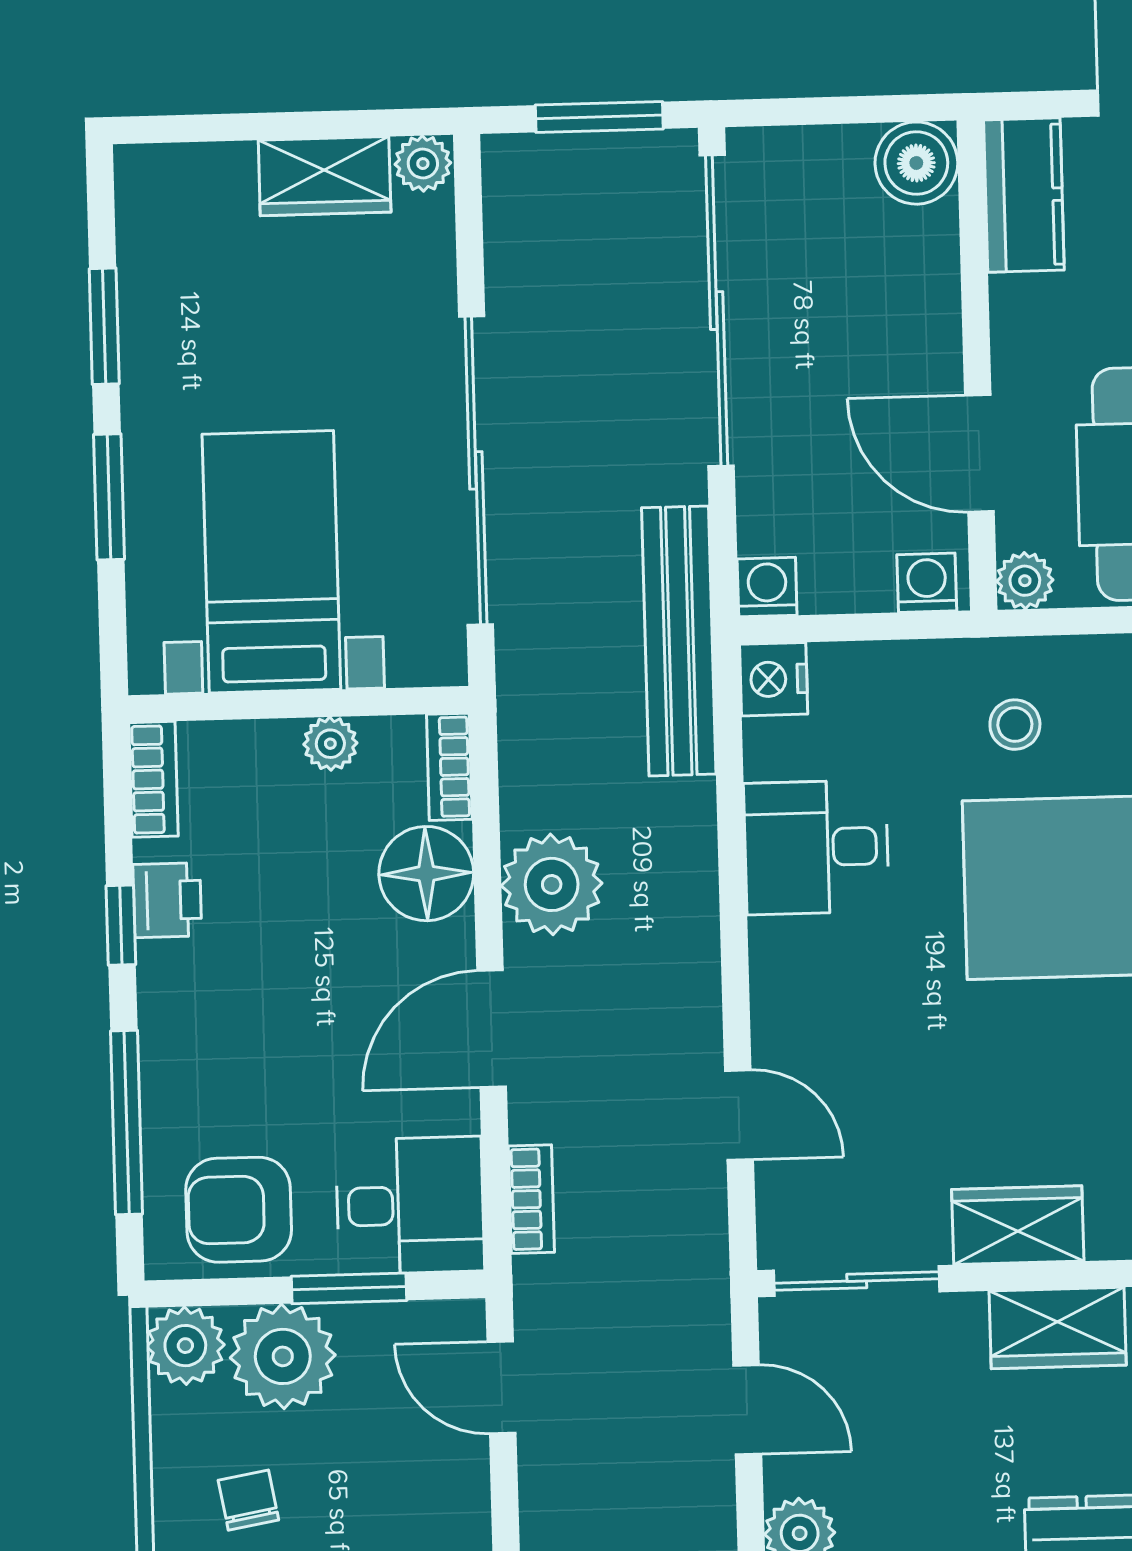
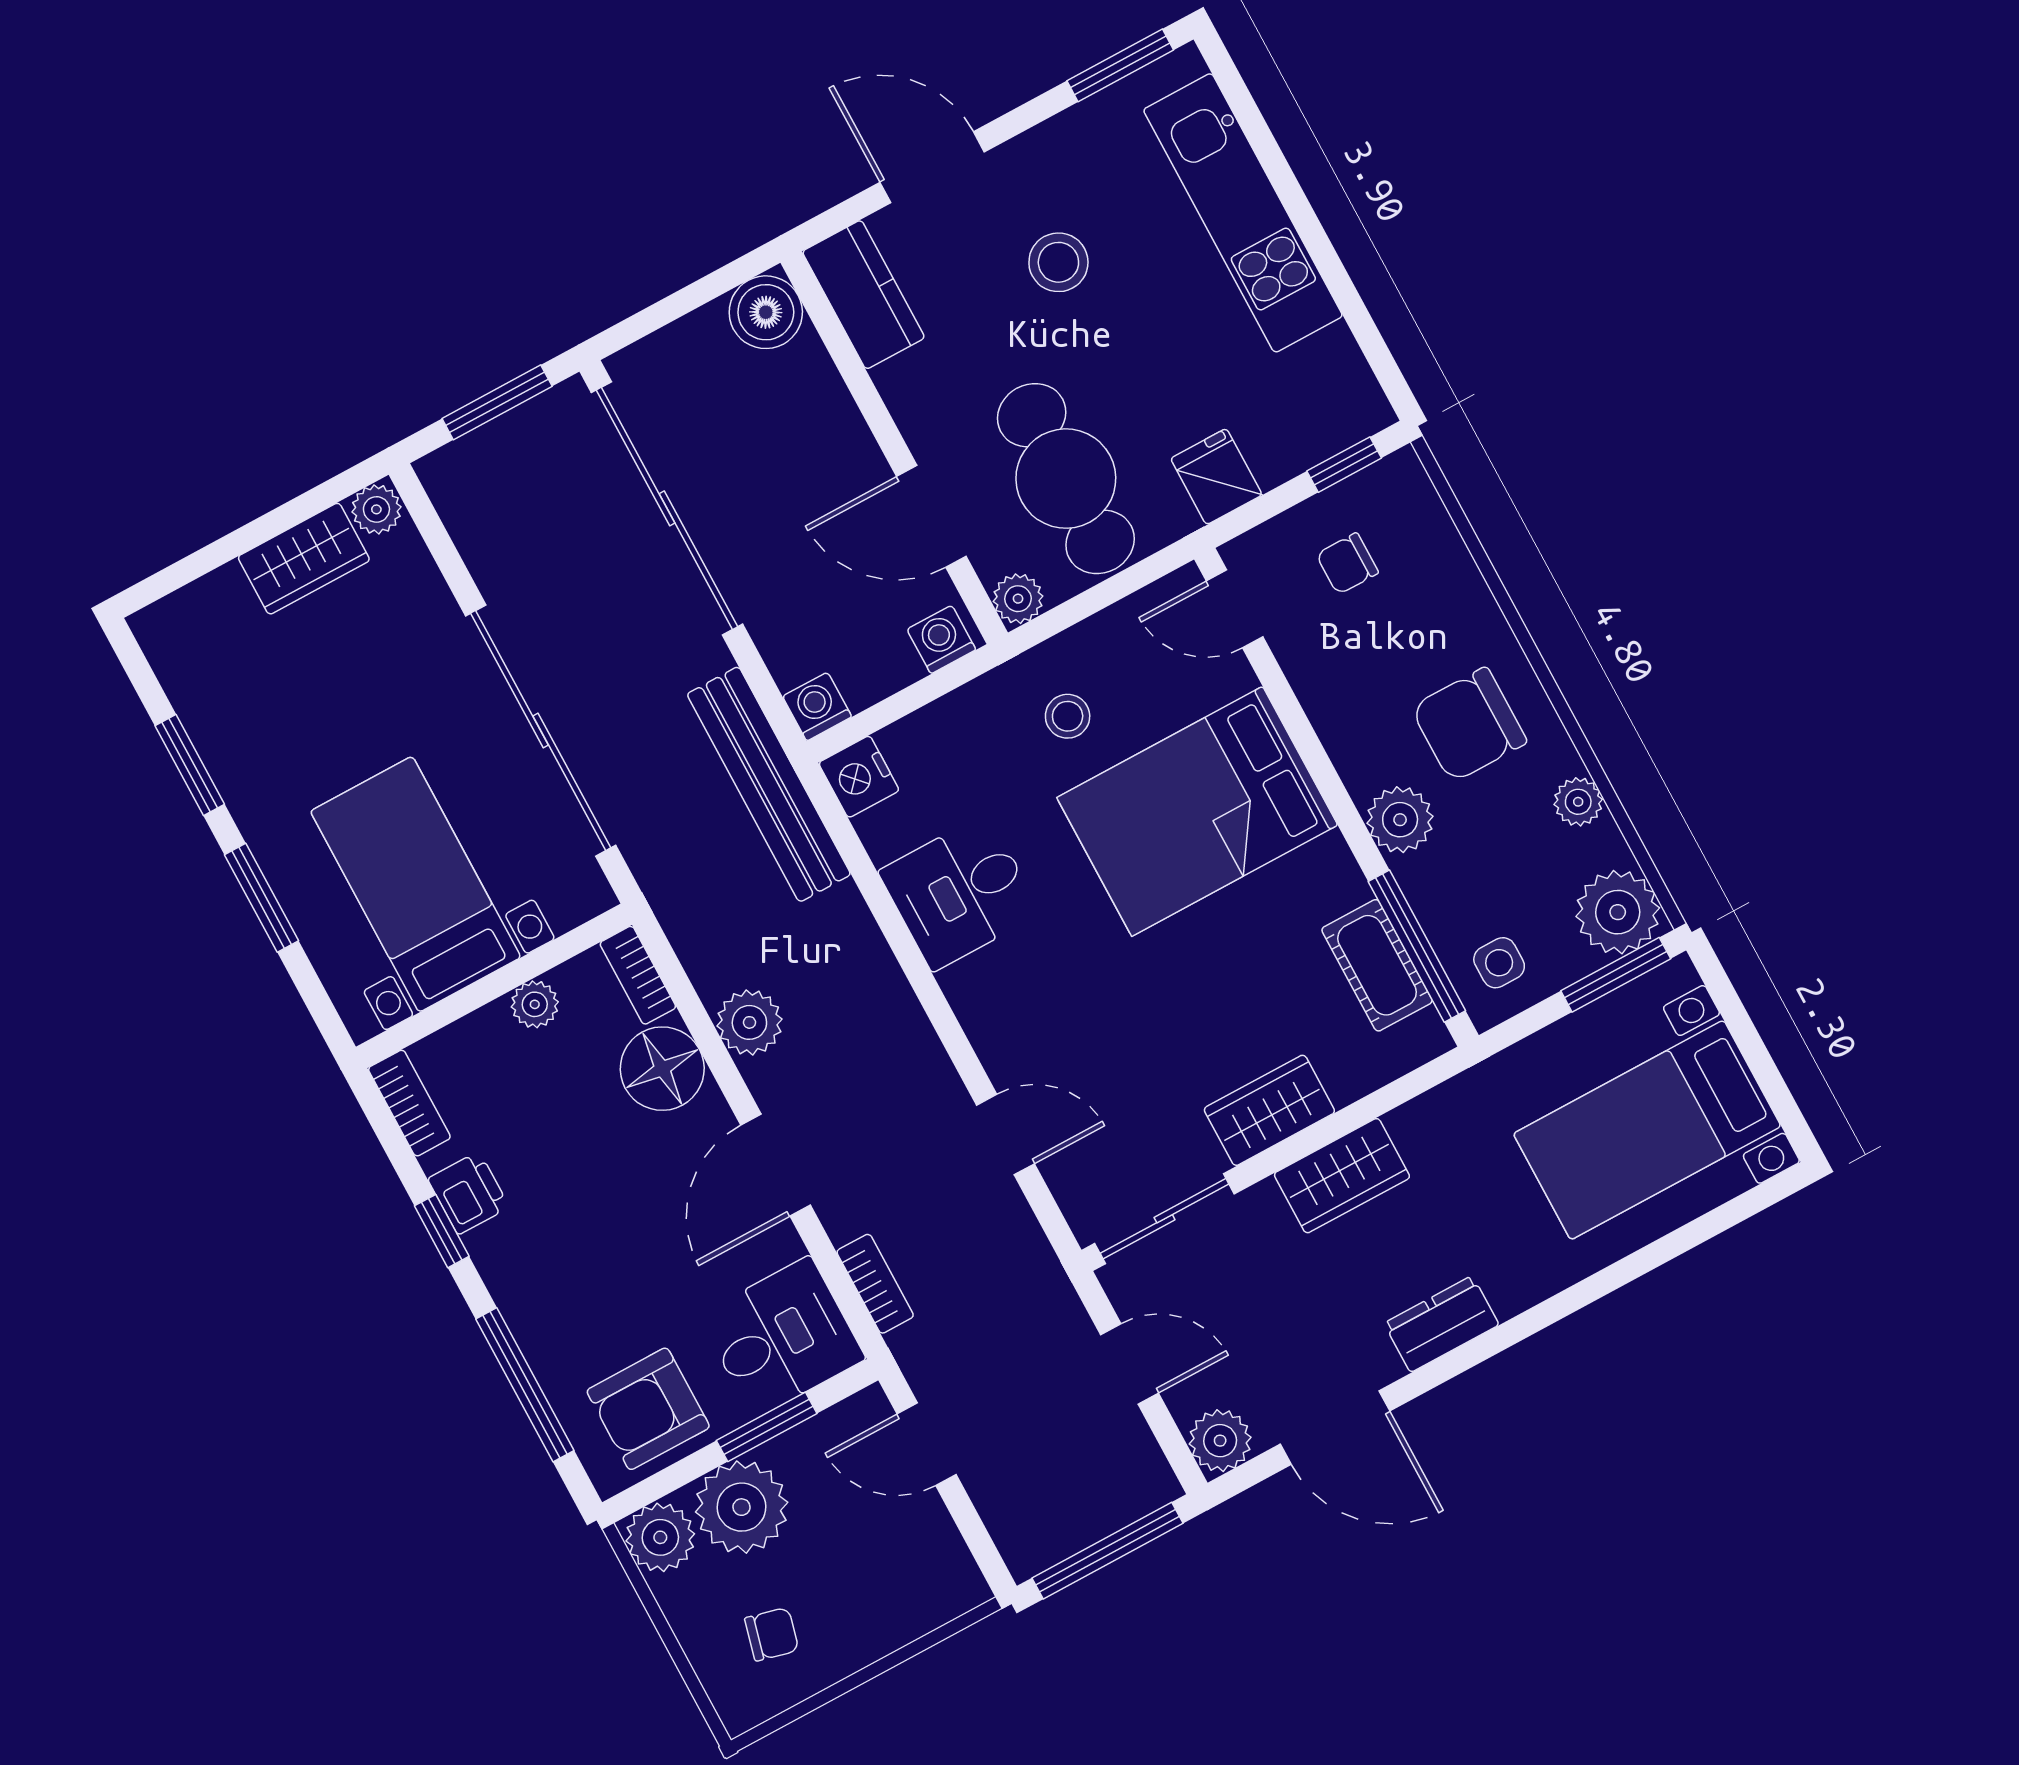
plant: (552, 884) -> (749, 1022), width x0.73, depth x0.73
chair: (248, 1500) -> (772, 1634), turned 114

